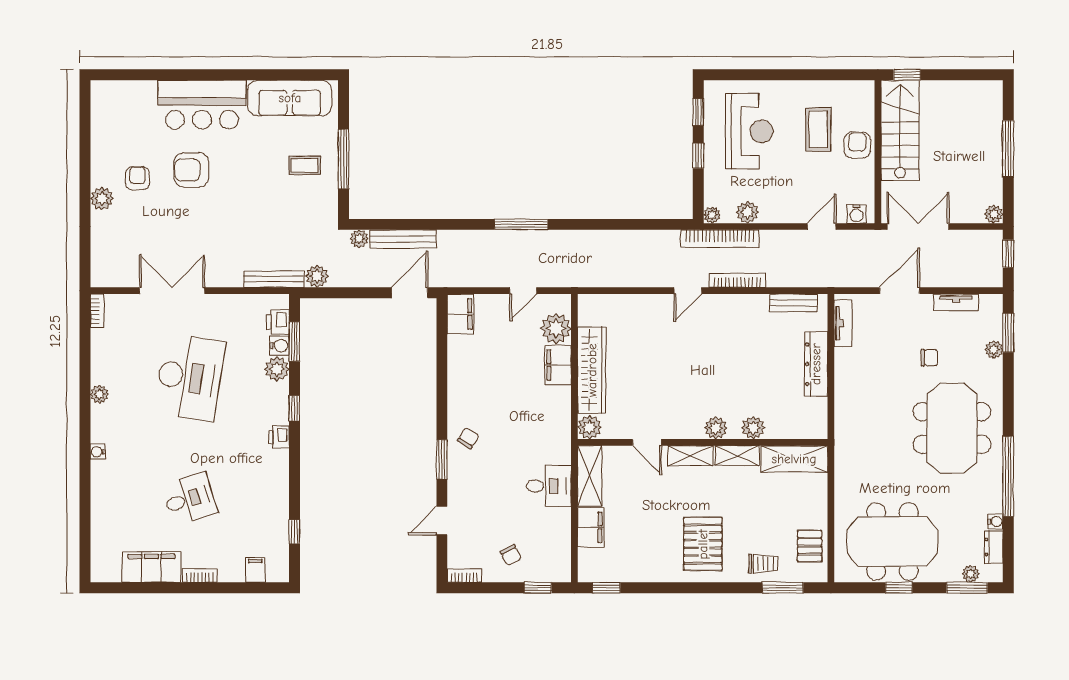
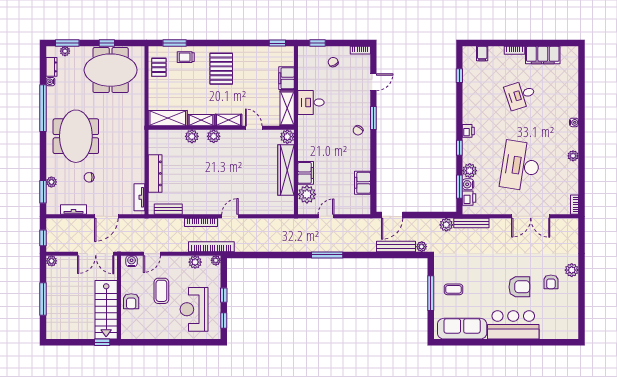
coffee table: (818, 129) -> (161, 291), moved
filing cabinet: (461, 314) -> (362, 183), moved

